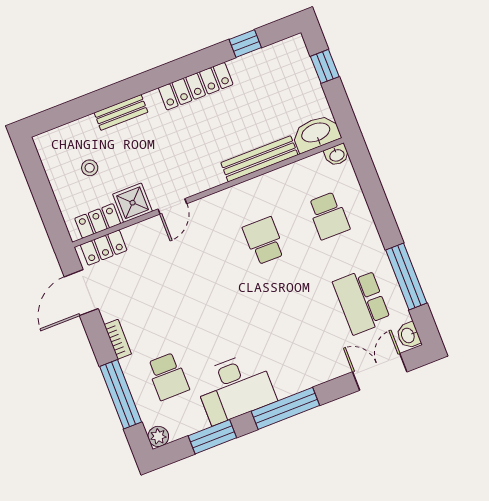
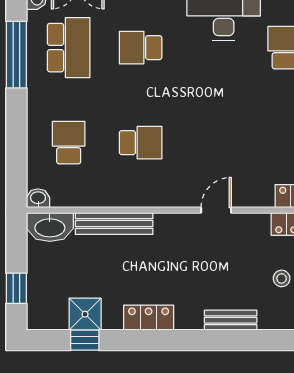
locker: (196, 86) -> (149, 318), width x0.66
shower: (133, 203) -> (85, 314), moved
school desk: (264, 241) -> (141, 143), turned -90
school desk: (297, 326) -> (141, 48), added

